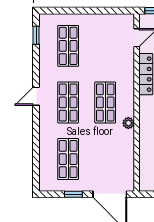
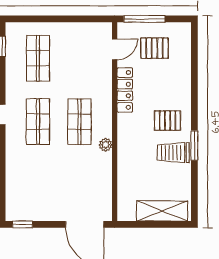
shop shelf: (68, 159) -> (38, 185), removed
window: (73, 194) -> (22, 224), moved

